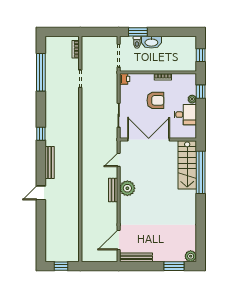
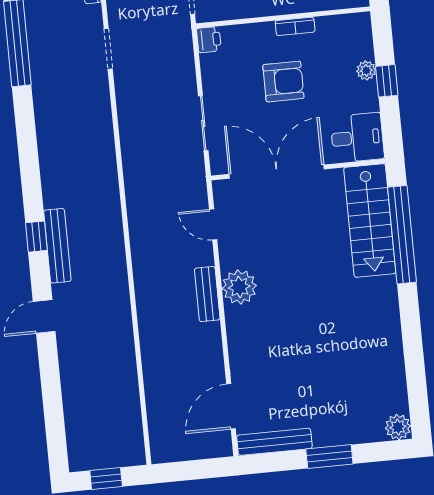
window: (201, 92) -> (387, 81), moved
desk: (185, 115) -> (357, 138), moved
window: (41, 134) -> (36, 237), moved
door: (119, 160) -> (213, 224), hinge flipped
window: (174, 266) -> (329, 457), moved

